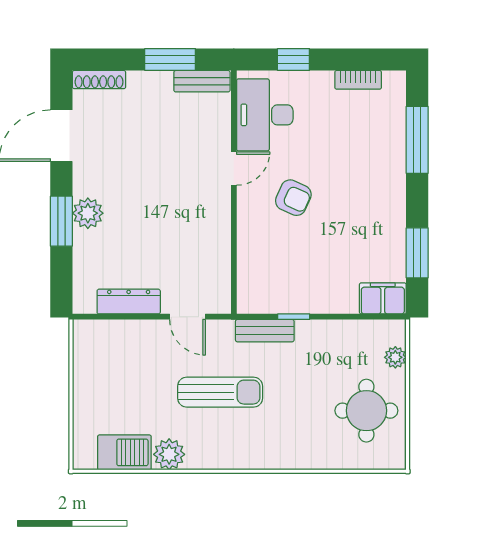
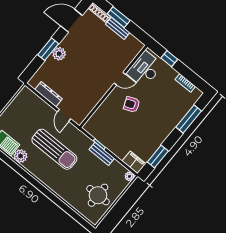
window: (170, 60) -> (119, 17), moved
bench: (202, 81) -> (118, 28), moved
armchair: (293, 198) -> (132, 104), turned 134
bench: (265, 331) -> (102, 154), moved
plant: (395, 357) -> (129, 176), moved
sun lounger: (220, 392) -> (54, 149), width x1.36, depth x1.34

